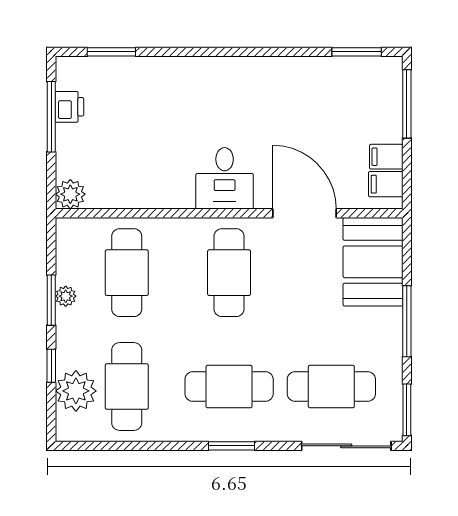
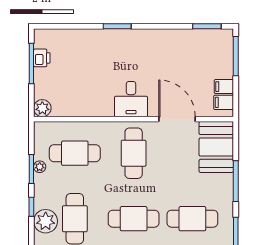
window: (111, 52) -> (117, 26), moved
cafe table: (127, 273) -> (75, 153), turned 90

